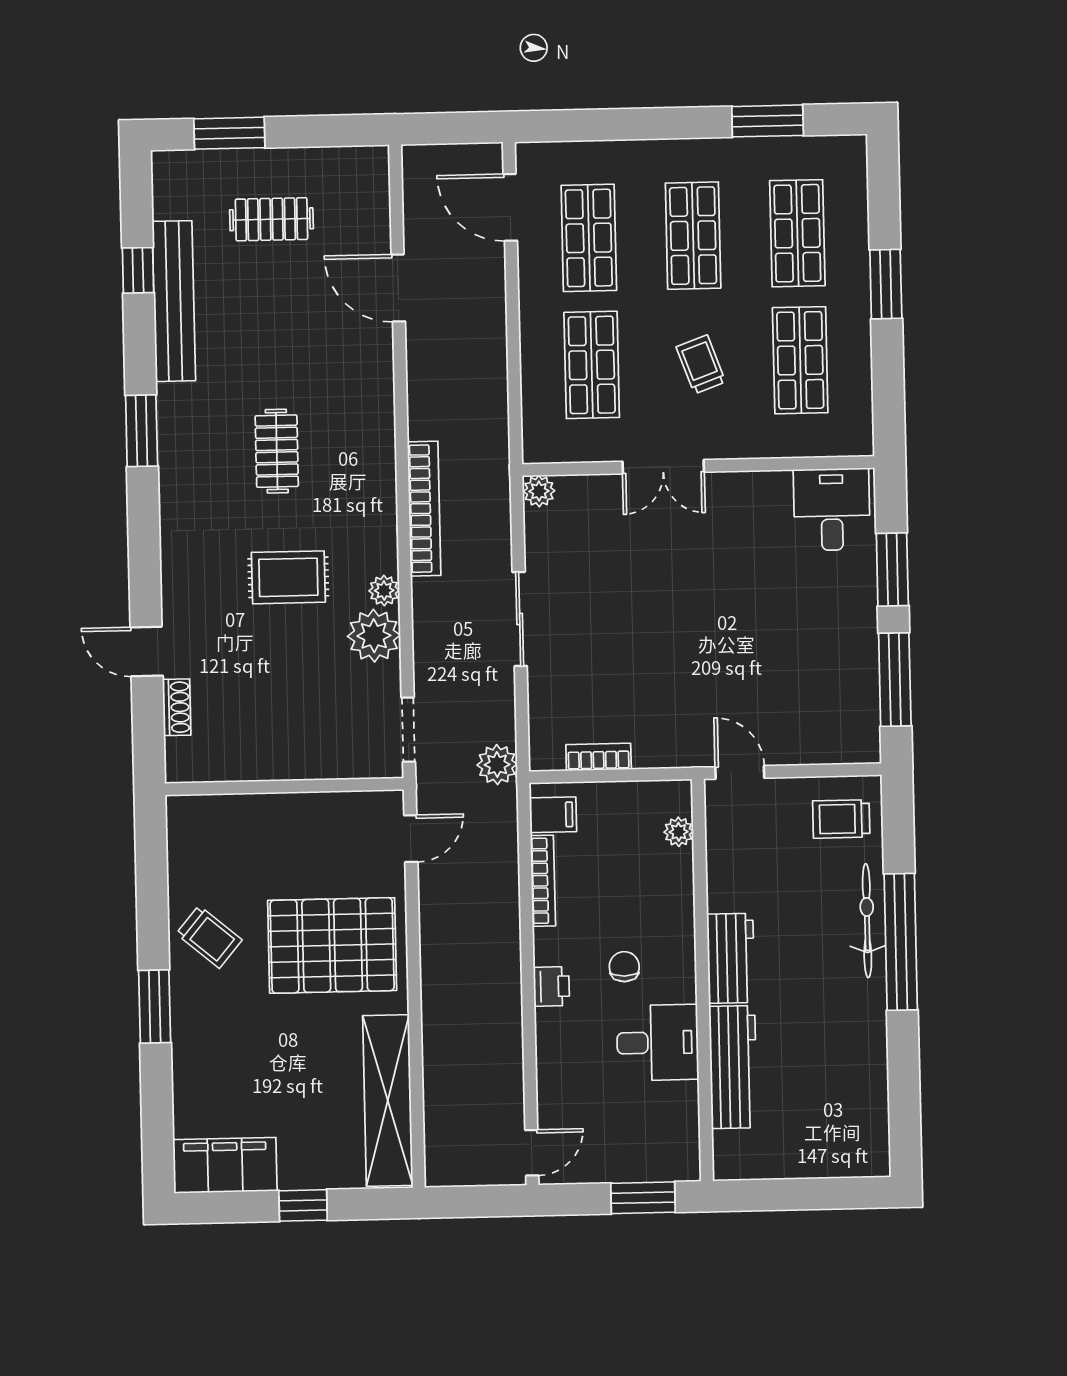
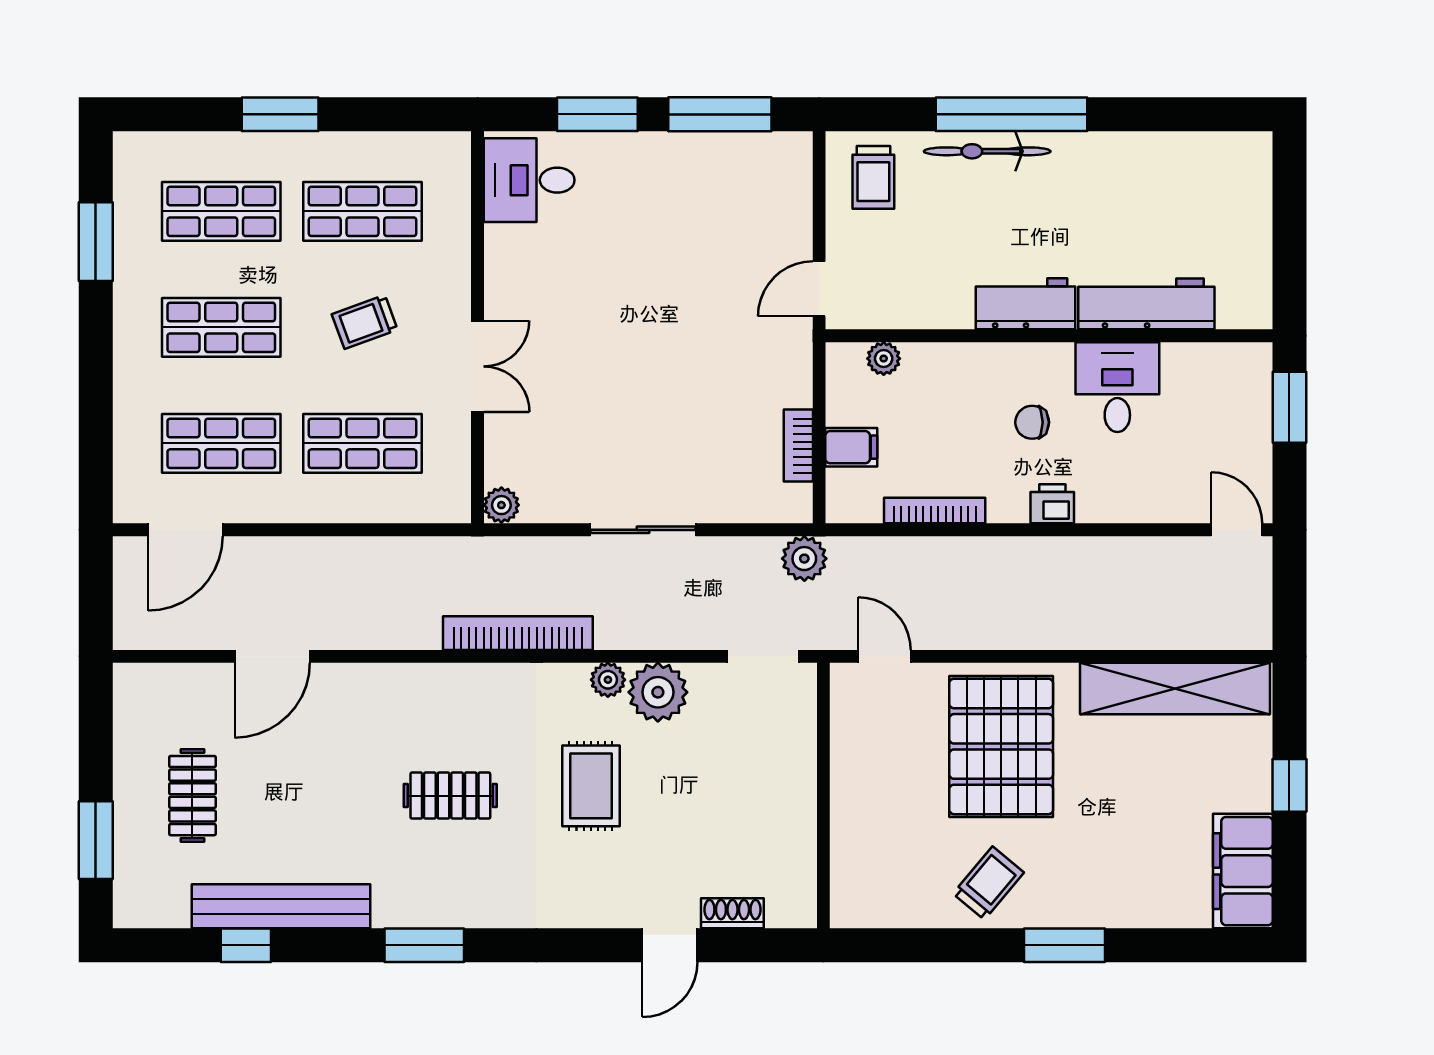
filing cabinet: (553, 815) -> (851, 447), moved, turned 90

